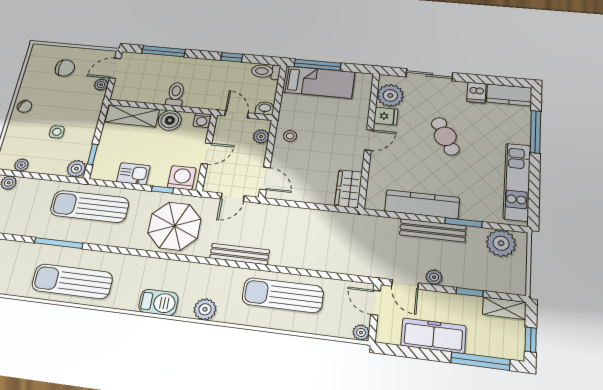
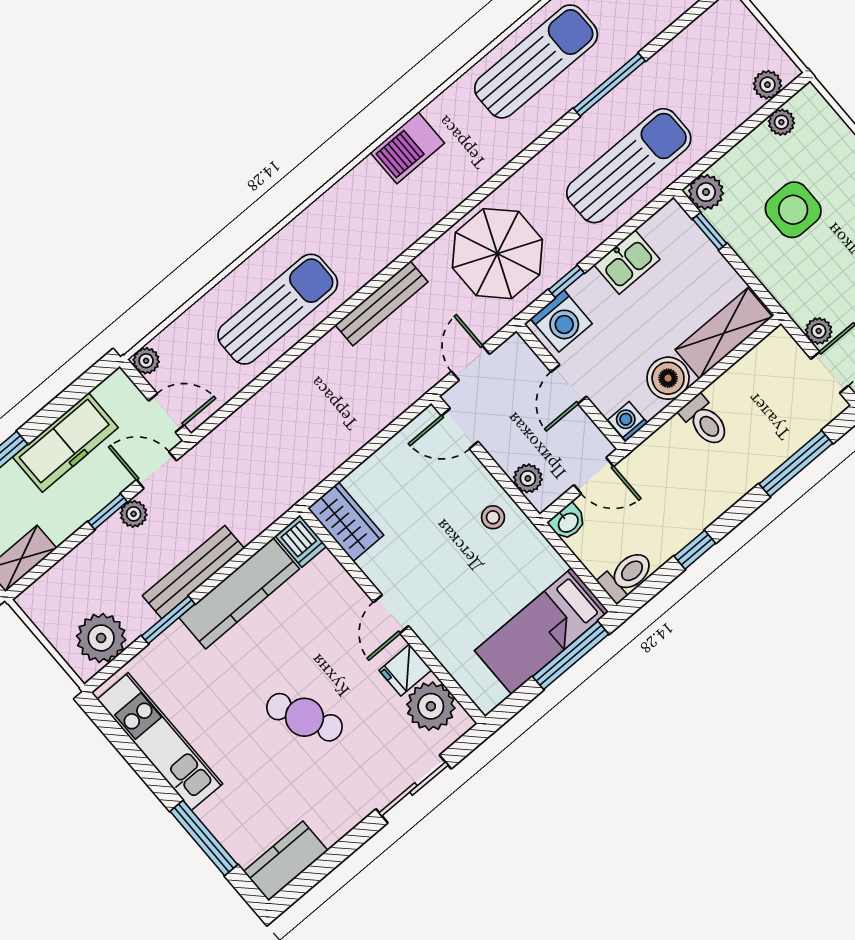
dishwasher: (476, 93) -> (301, 541), moved, turned 180
side table: (57, 132) -> (793, 210), width x1.87, depth x1.87
window: (470, 292) -> (108, 512), moved
plant: (205, 309) -> (346, 198), removed

